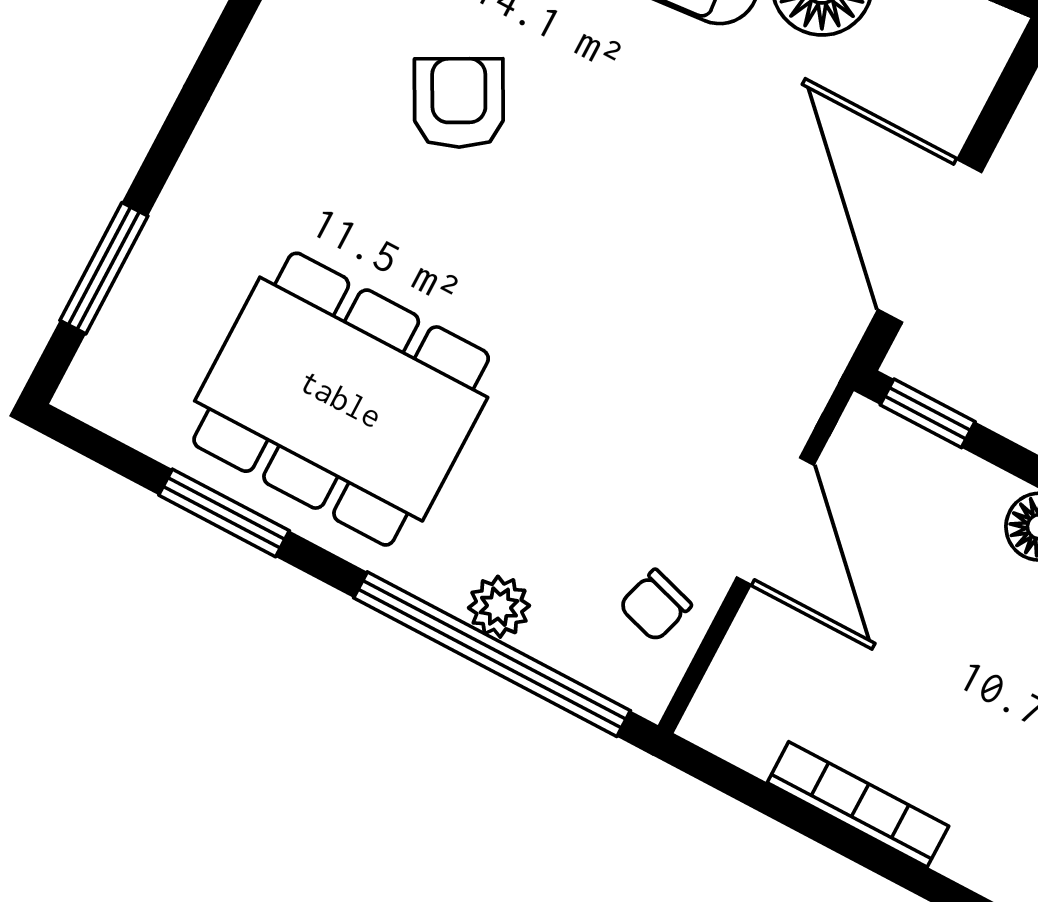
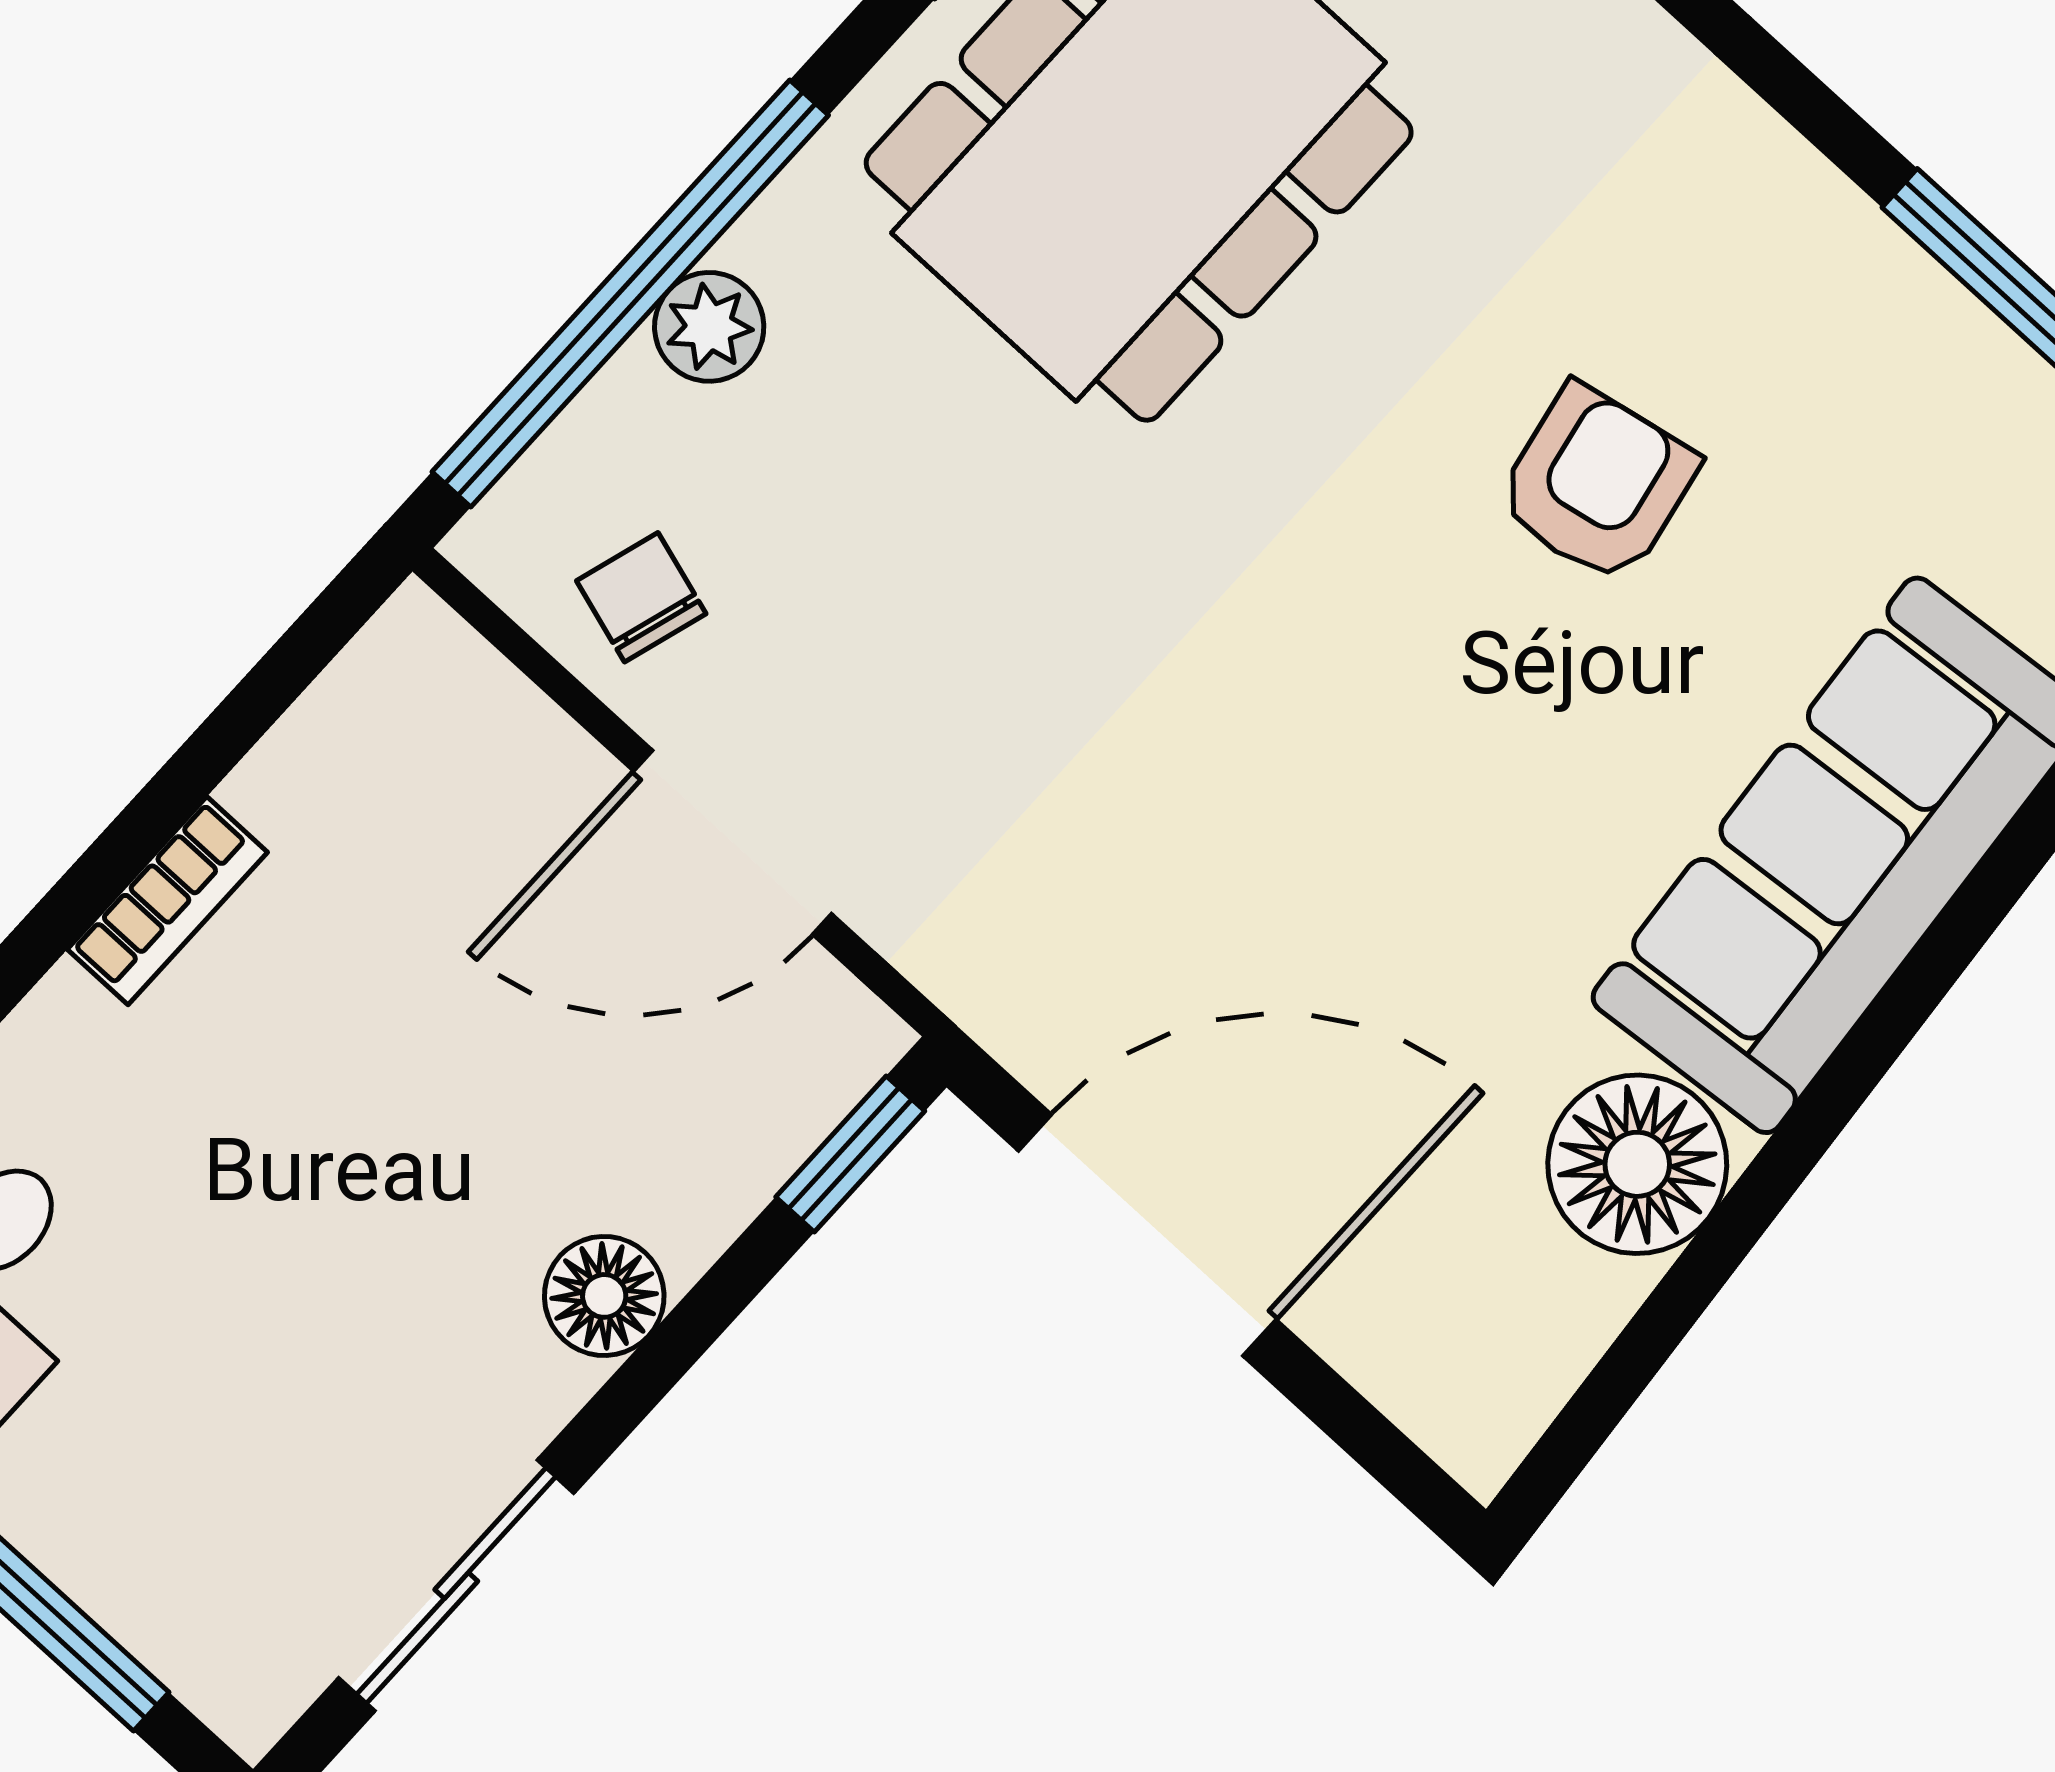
armchair: (459, 103) -> (1597, 484), turned -73
bookcase: (858, 804) -> (167, 901), width x0.64

